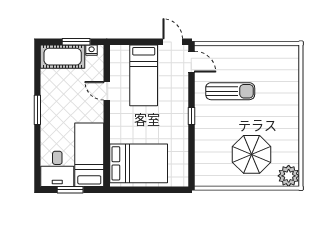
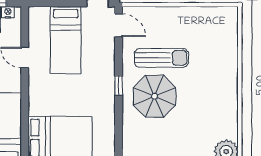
parasol: (252, 154) -> (154, 96), moved

